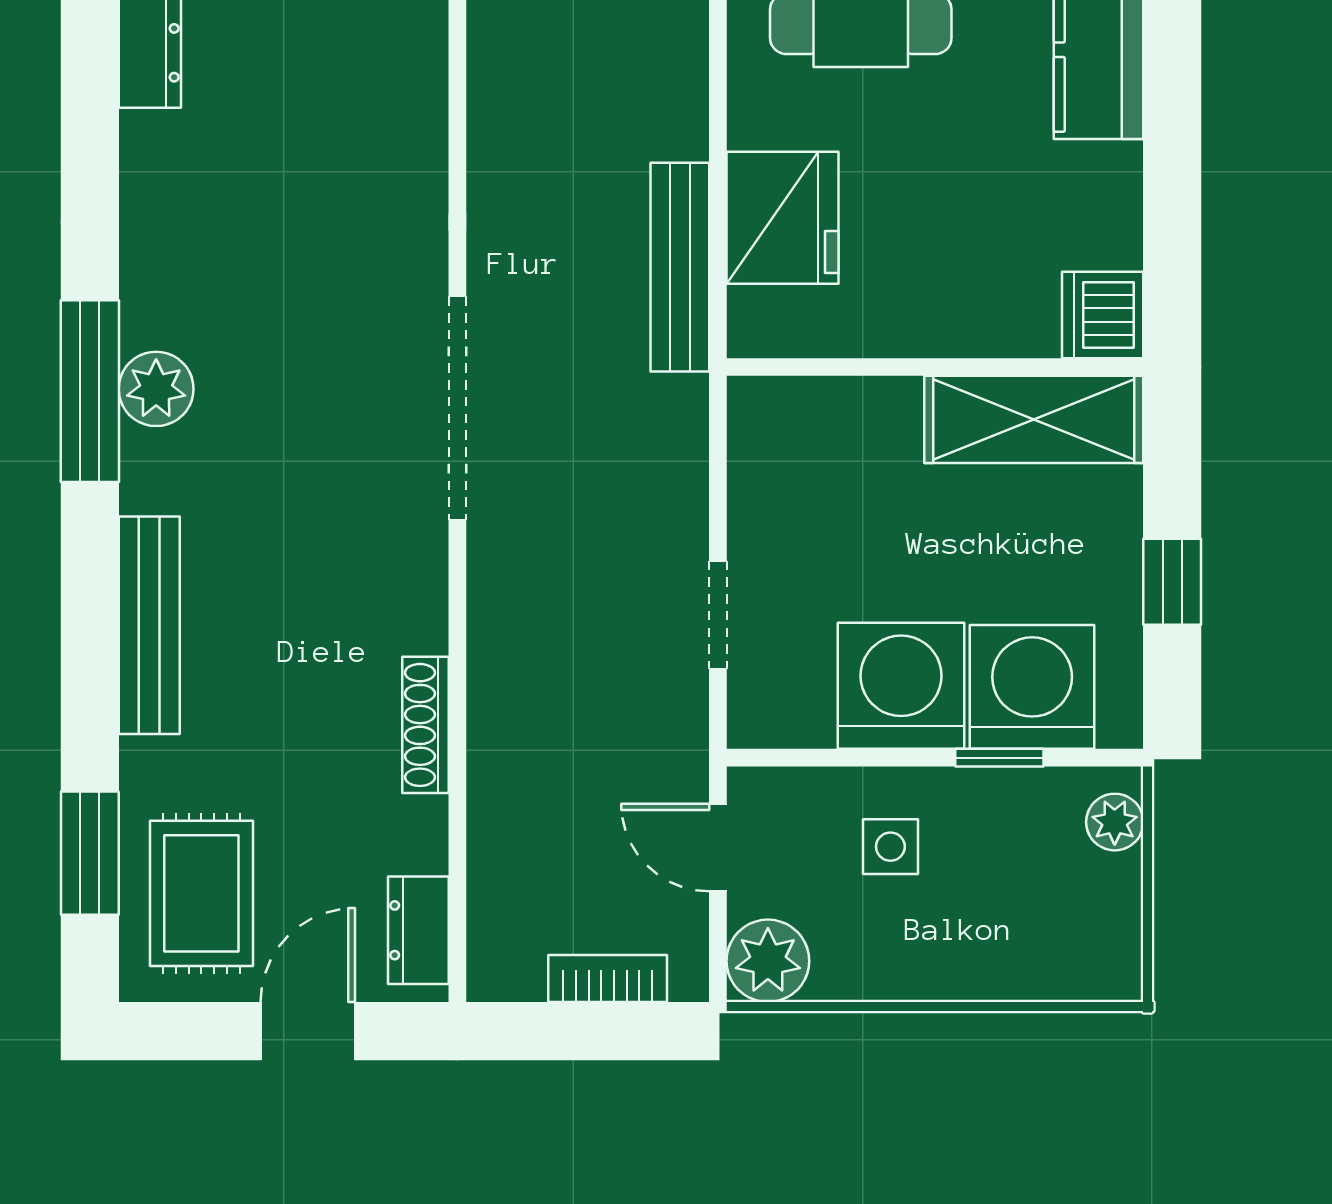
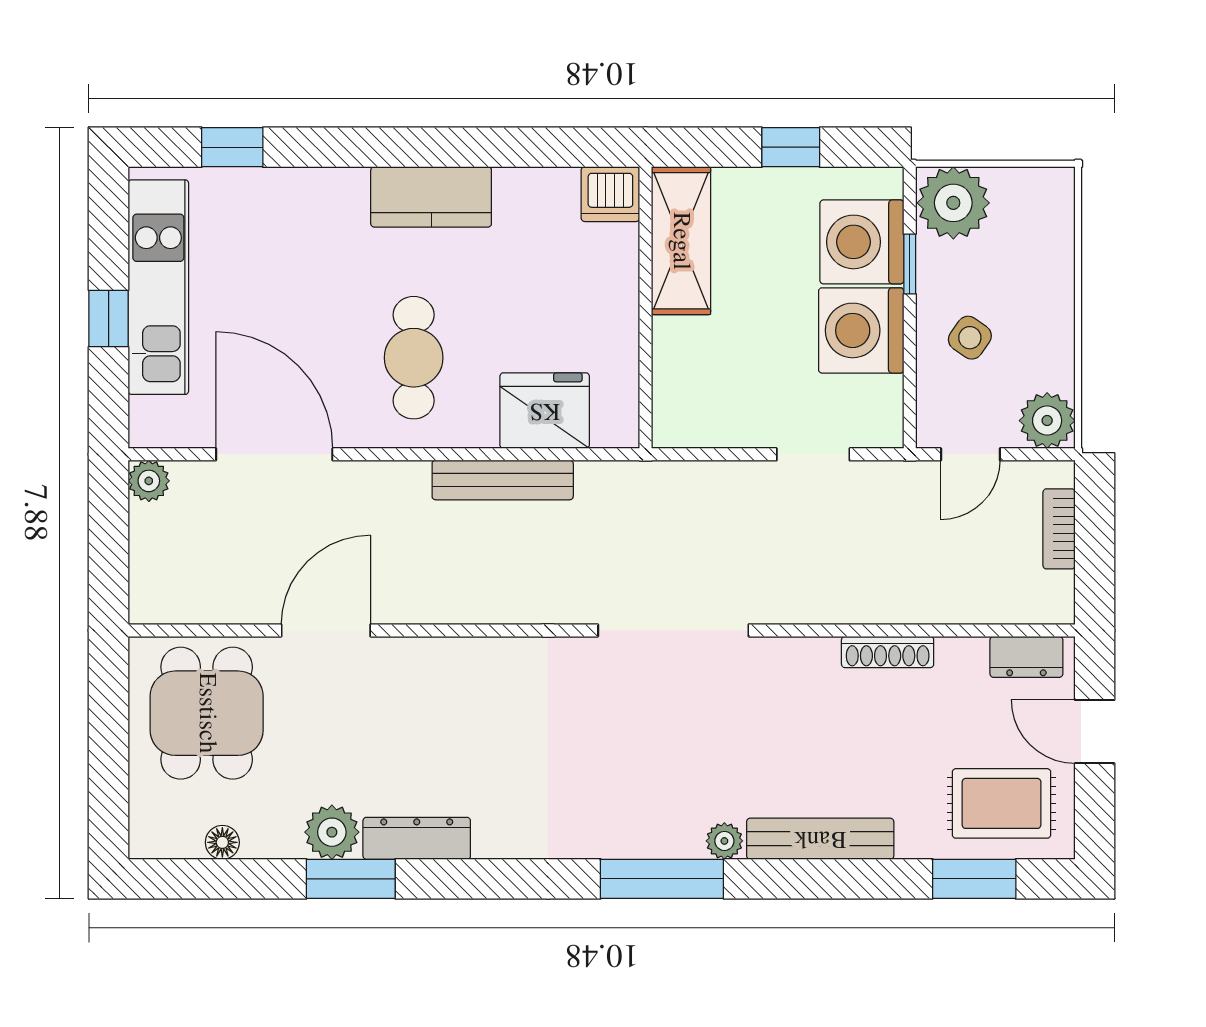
bench: (680, 267) -> (503, 480), moved
plant: (156, 389) -> (724, 841), moved, width x0.73, depth x0.73
plant: (1115, 822) -> (953, 203), width x1.87, depth x1.87
side table: (890, 847) -> (970, 338), turned 35

